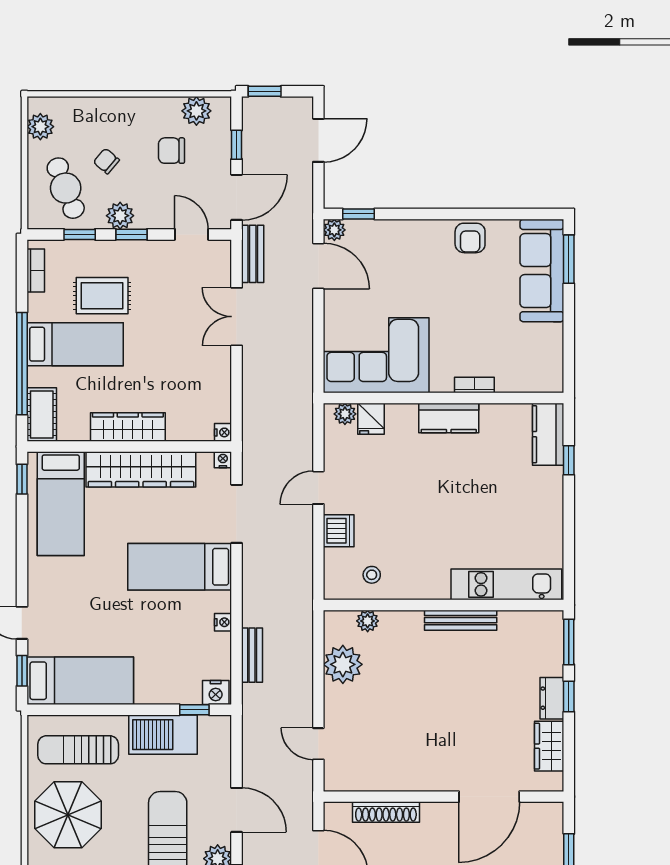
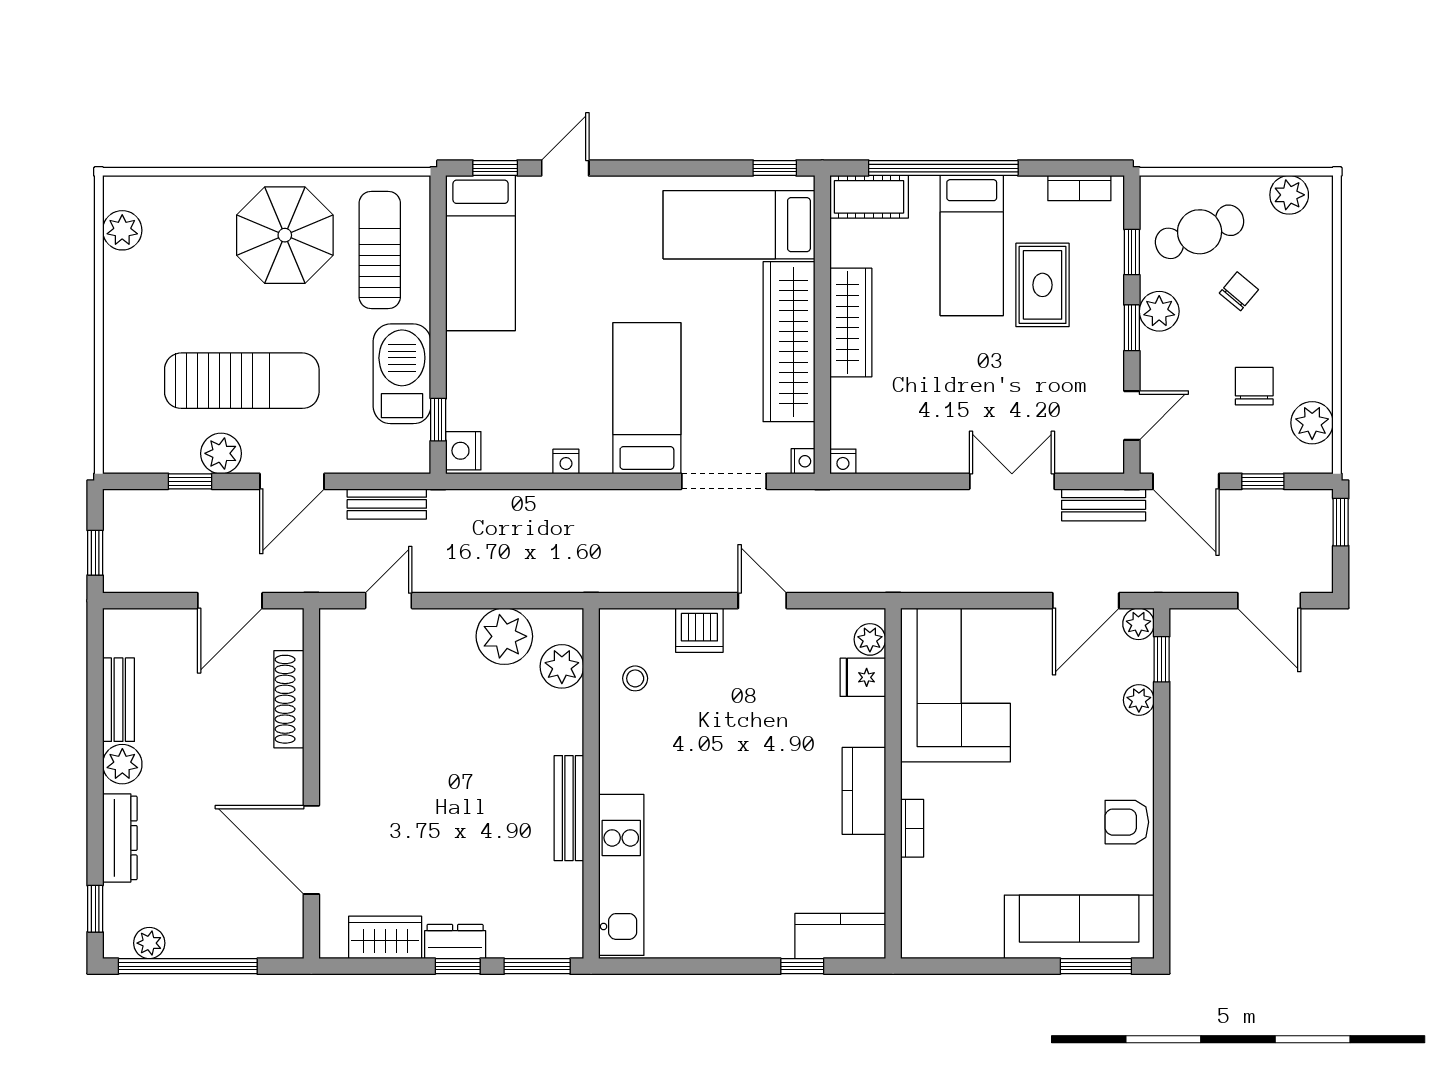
plant: (386, 230) -> (1139, 700), added
plant: (368, 621) -> (562, 666), width x1.38, depth x1.38
bench: (252, 655) -> (387, 504), moved

